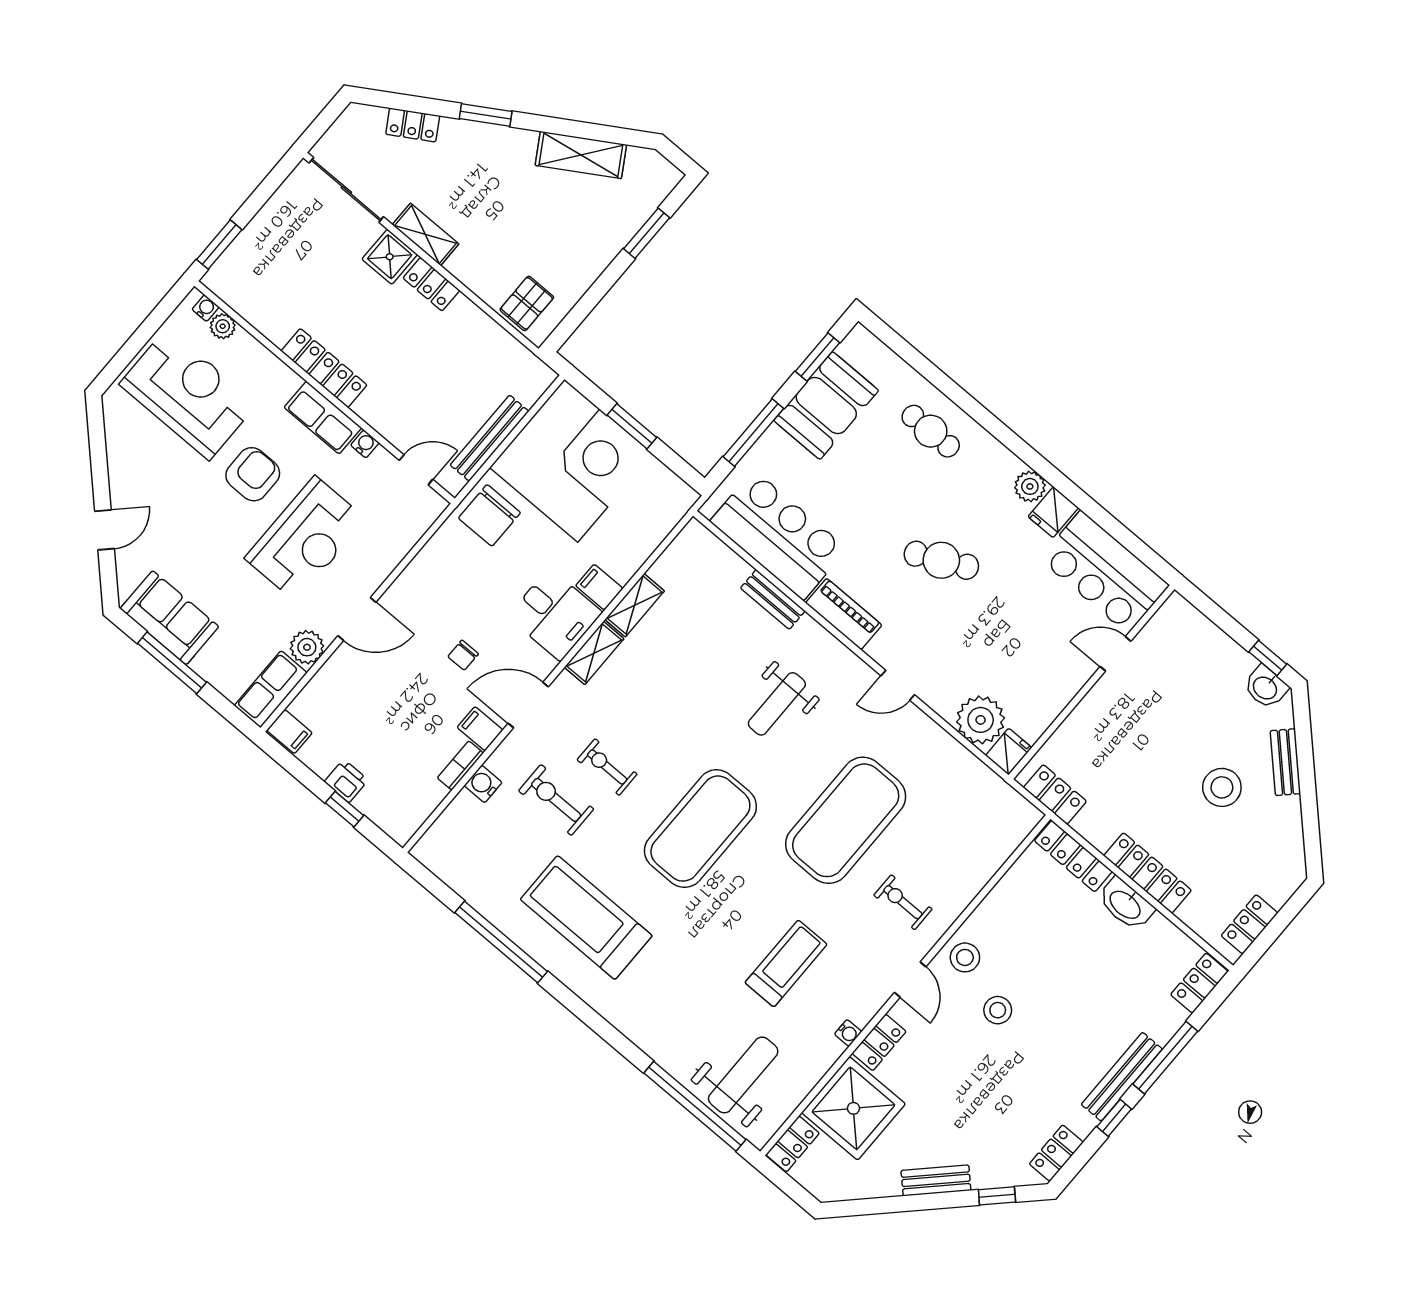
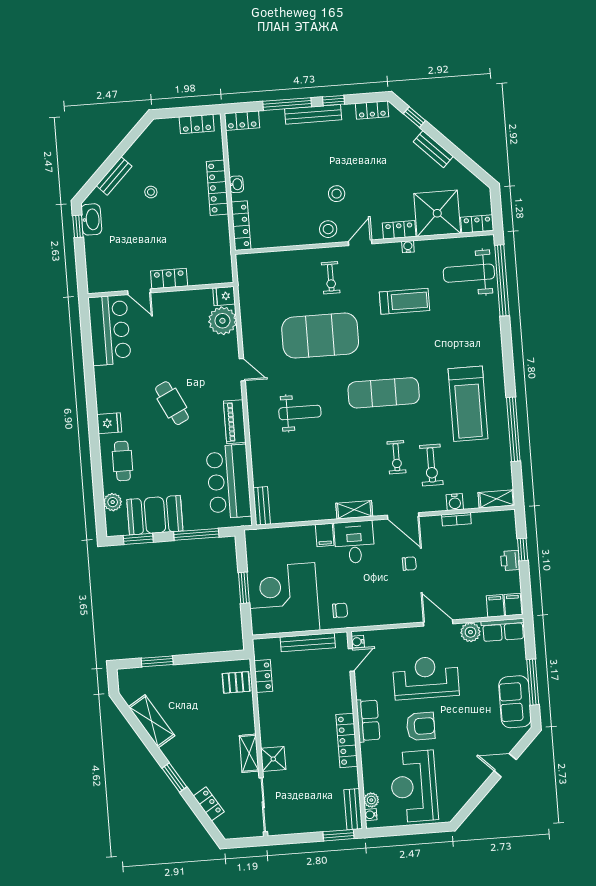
locker: (431, 284) -> (263, 676), moved
bench: (233, 293) -> (353, 809), added
water cooler: (365, 444) -> (358, 642), moved
door: (416, 470) -> (351, 660), swing flipped
armchair: (253, 474) -> (421, 726), turned 180
plant: (1030, 486) -> (113, 502), moved
fridge: (1053, 512) -> (109, 423), moved
chair: (489, 515) -> (340, 610), width x0.54, depth x0.54
bench: (773, 599) -> (262, 506), moved
shelving: (635, 605) -> (496, 499), moved
washbasin: (1266, 687) -> (91, 219), width x1.38
filing cabinet: (480, 729) -> (495, 606), moved, turned 180
stool: (1222, 787) -> (151, 192), width x0.53, depth x0.53
locker: (1055, 794) -> (169, 279), moved, turned 90
exercise mat: (700, 829) -> (384, 393), width x0.68
washbasin: (1126, 904) -> (236, 184), width x0.52, depth x0.69
treadmill: (786, 963) -> (405, 301), turned 180

